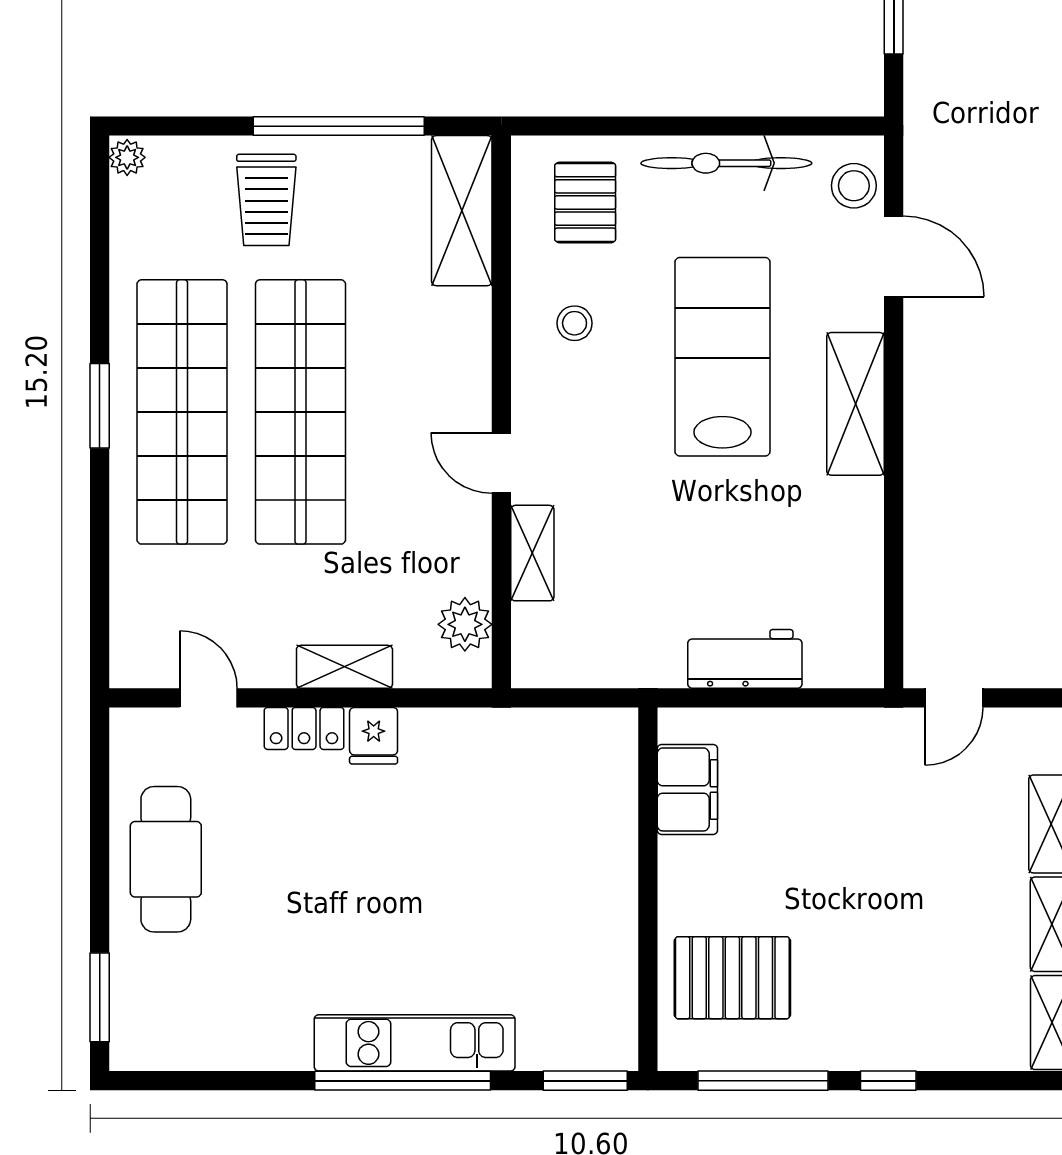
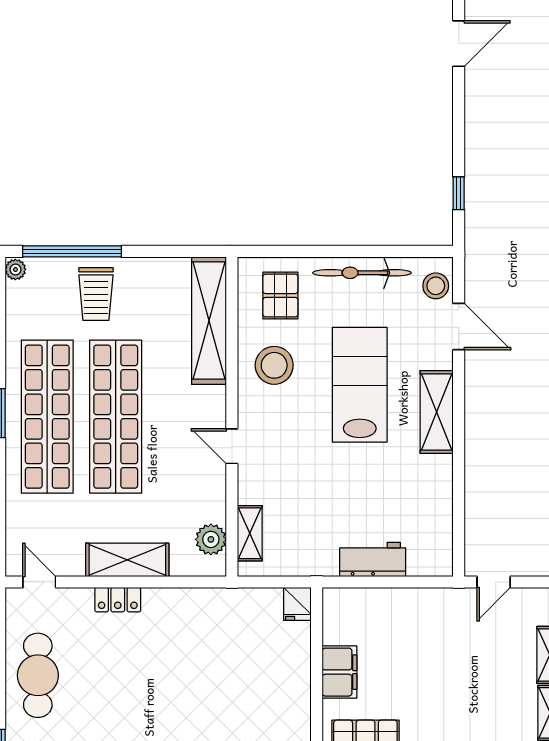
window: (339, 126) -> (72, 251), moved
shelving: (462, 211) -> (209, 321), width x1.47
stool: (575, 323) -> (274, 365), width x1.89, depth x1.89
shelving: (532, 553) -> (250, 533), moved
shelving: (344, 667) -> (127, 560), width x1.50, depth x1.33
door: (208, 698) -> (39, 582), moved
fridge: (374, 736) -> (297, 604), moved
filing cabinet: (687, 789) -> (339, 672), moved

